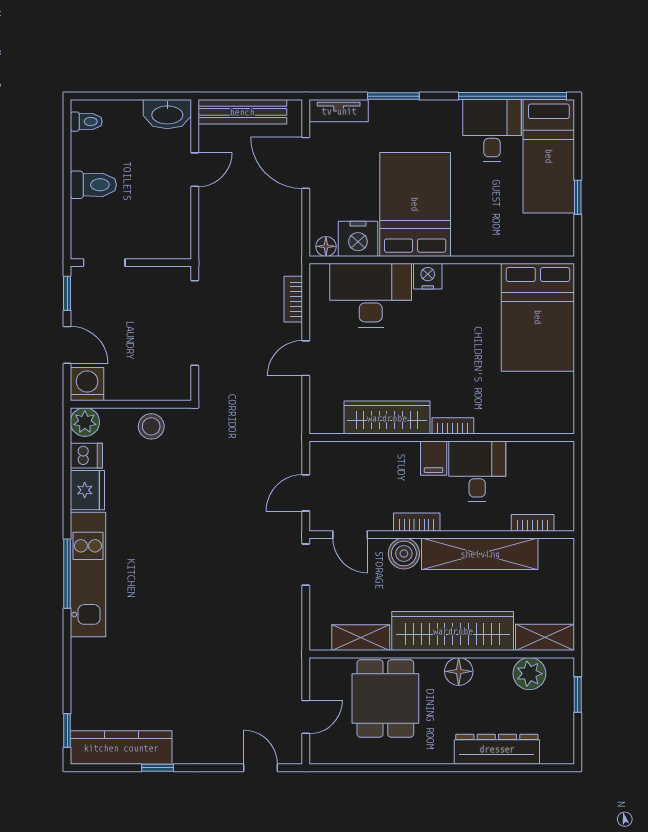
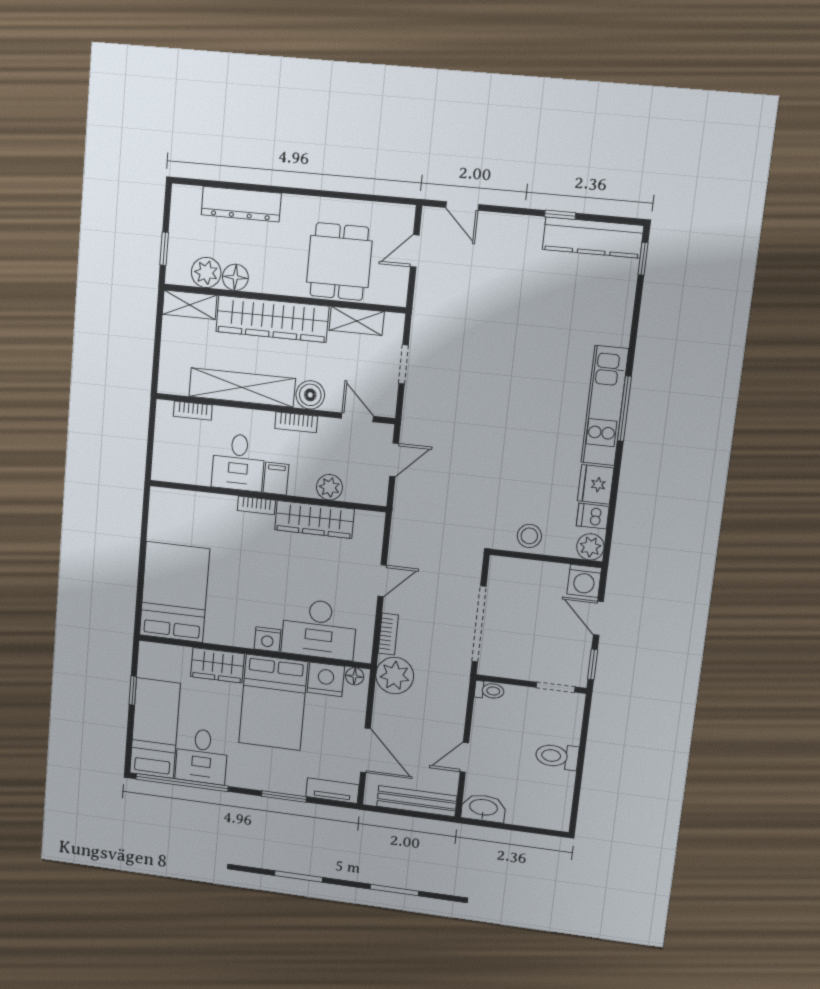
toilet: (86, 122) -> (489, 690), moved, turned 180
wardrobe: (482, 239) -> (217, 665), added
plant: (281, 253) -> (395, 676), added
plant: (374, 455) -> (329, 487), added
doorway: (306, 565) -> (404, 364), moved
floor lamp: (459, 671) -> (235, 277), moved

